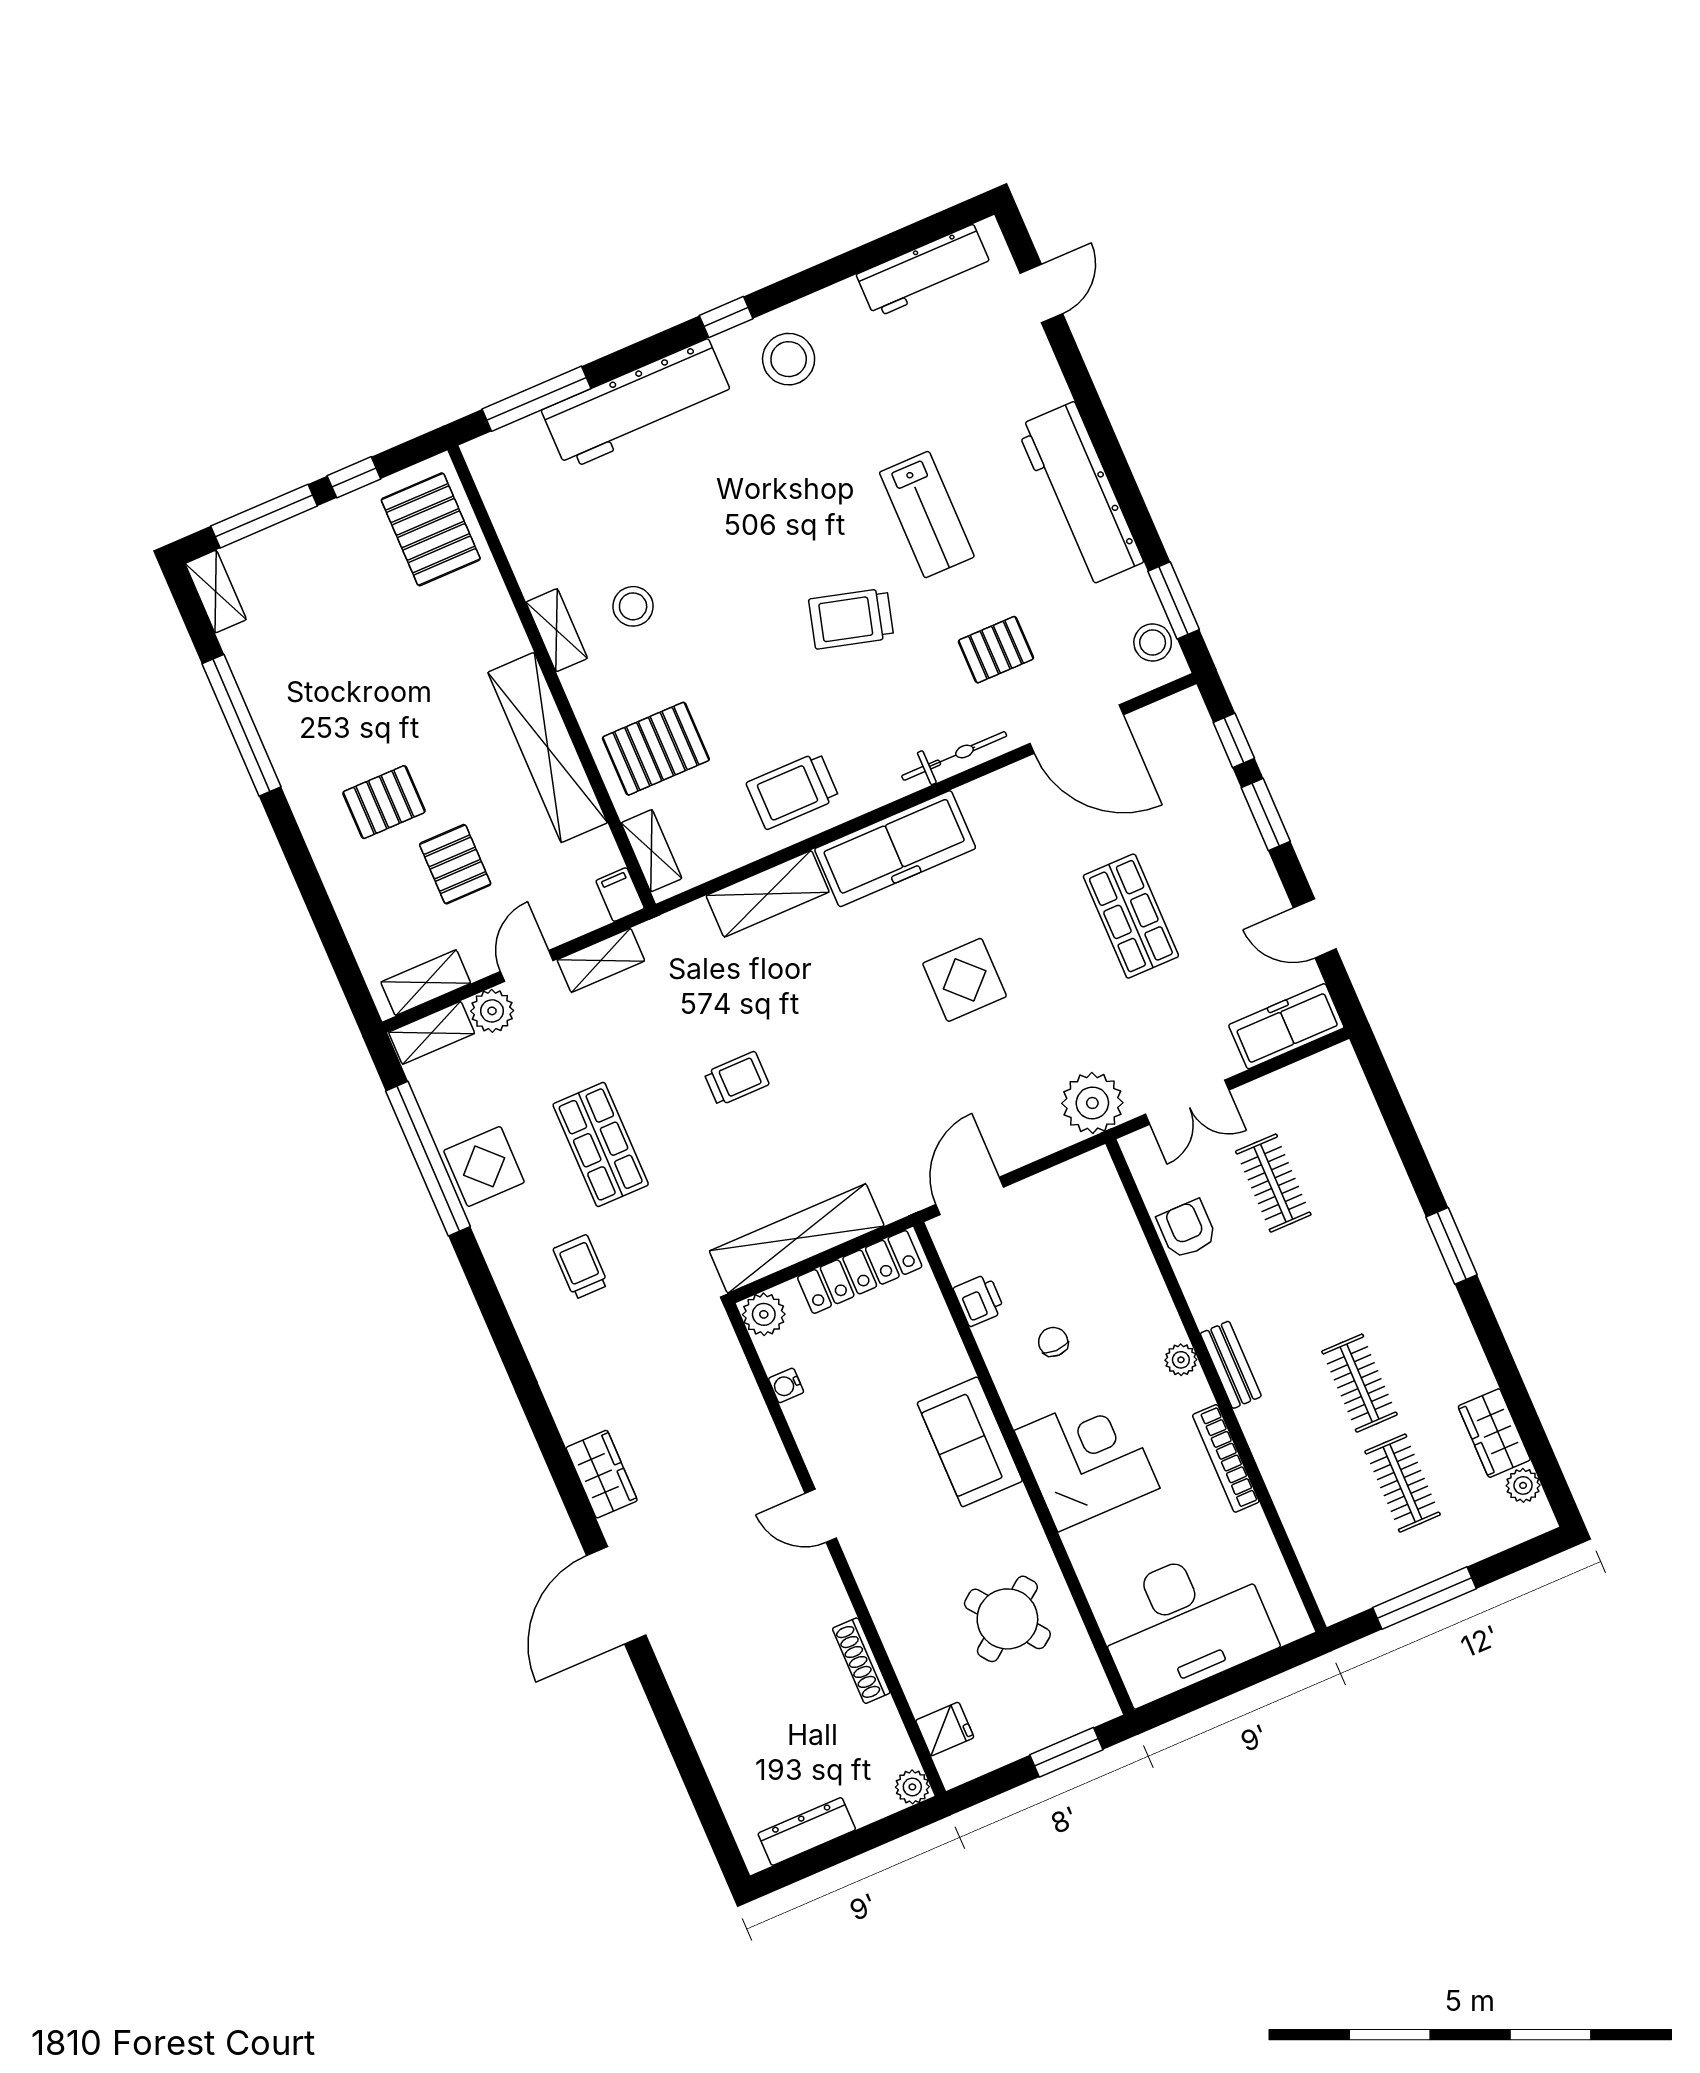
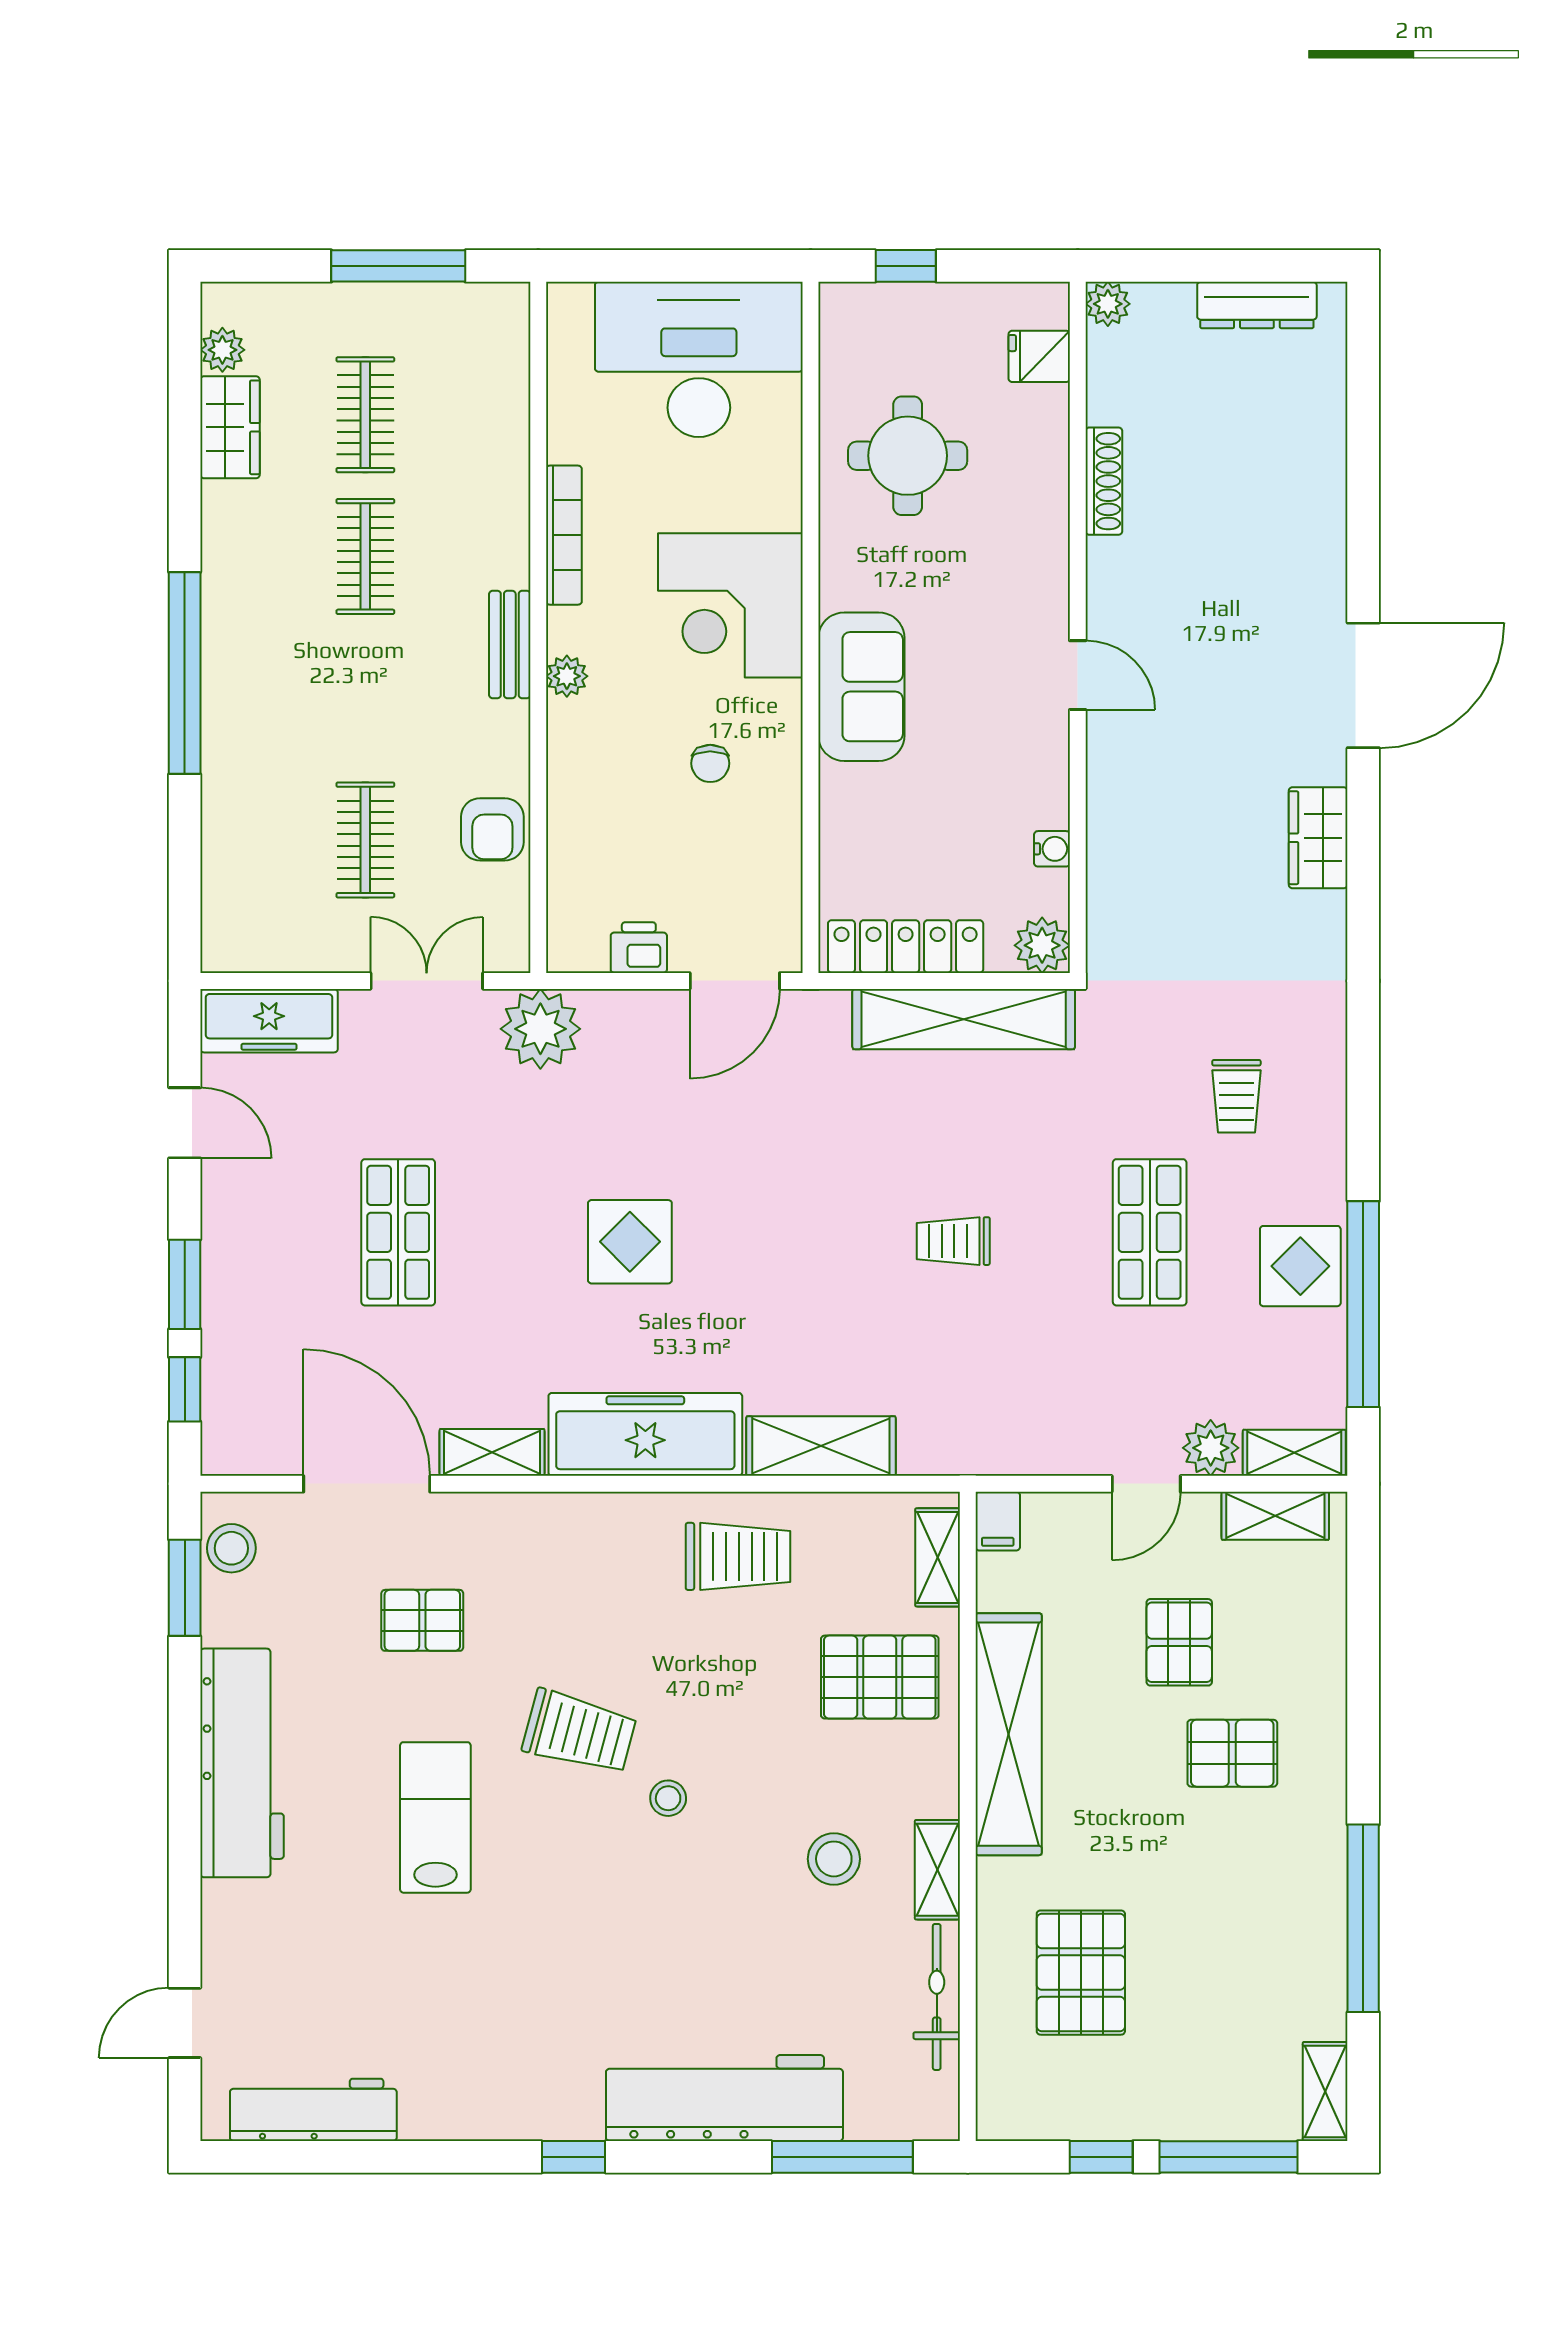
stool: (789, 359) -> (668, 1798), moved, width x0.53, depth x0.53
pallet: (431, 529) -> (1081, 1973), moved
bicycle: (954, 756) -> (937, 1997), moved, turned 90
shelving: (601, 960) -> (492, 1452), moved
window: (1452, 1246) -> (185, 673), width x2.11
printer: (979, 1300) -> (639, 948), moved, turned 90
round table: (1007, 1619) -> (908, 456), turned 37
window: (1066, 1752) -> (906, 266), width x0.67

